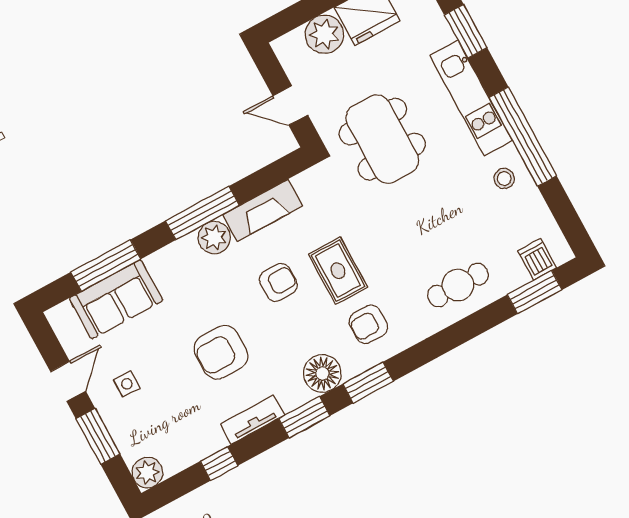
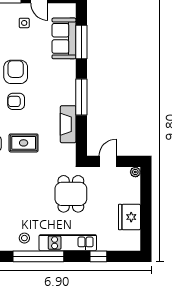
window: (466, 31) -> (98, 256), width x0.67
plant: (324, 34) -> (135, 172), moved, width x0.53, depth x0.53
dining table: (382, 139) -> (71, 194), width x0.73
plant: (214, 238) -> (68, 96), removed
armchair: (278, 282) -> (16, 101), moved, turned 90

